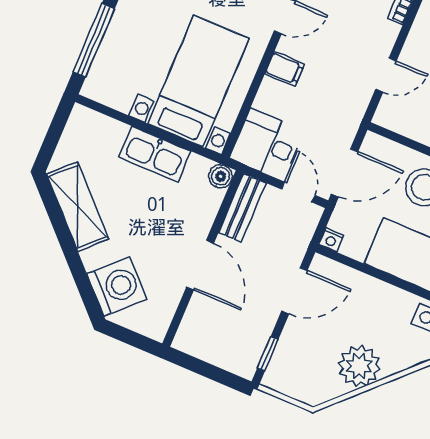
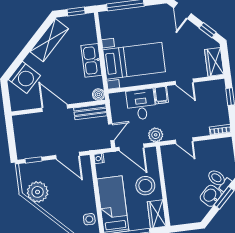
plant: (347, 118) -> (156, 135), added
window: (55, 131) -> (76, 11), added
desk: (267, 144) -> (141, 104), moved
door: (200, 265) -> (55, 108), swing flipped
plant: (359, 366) -> (38, 192), moved

